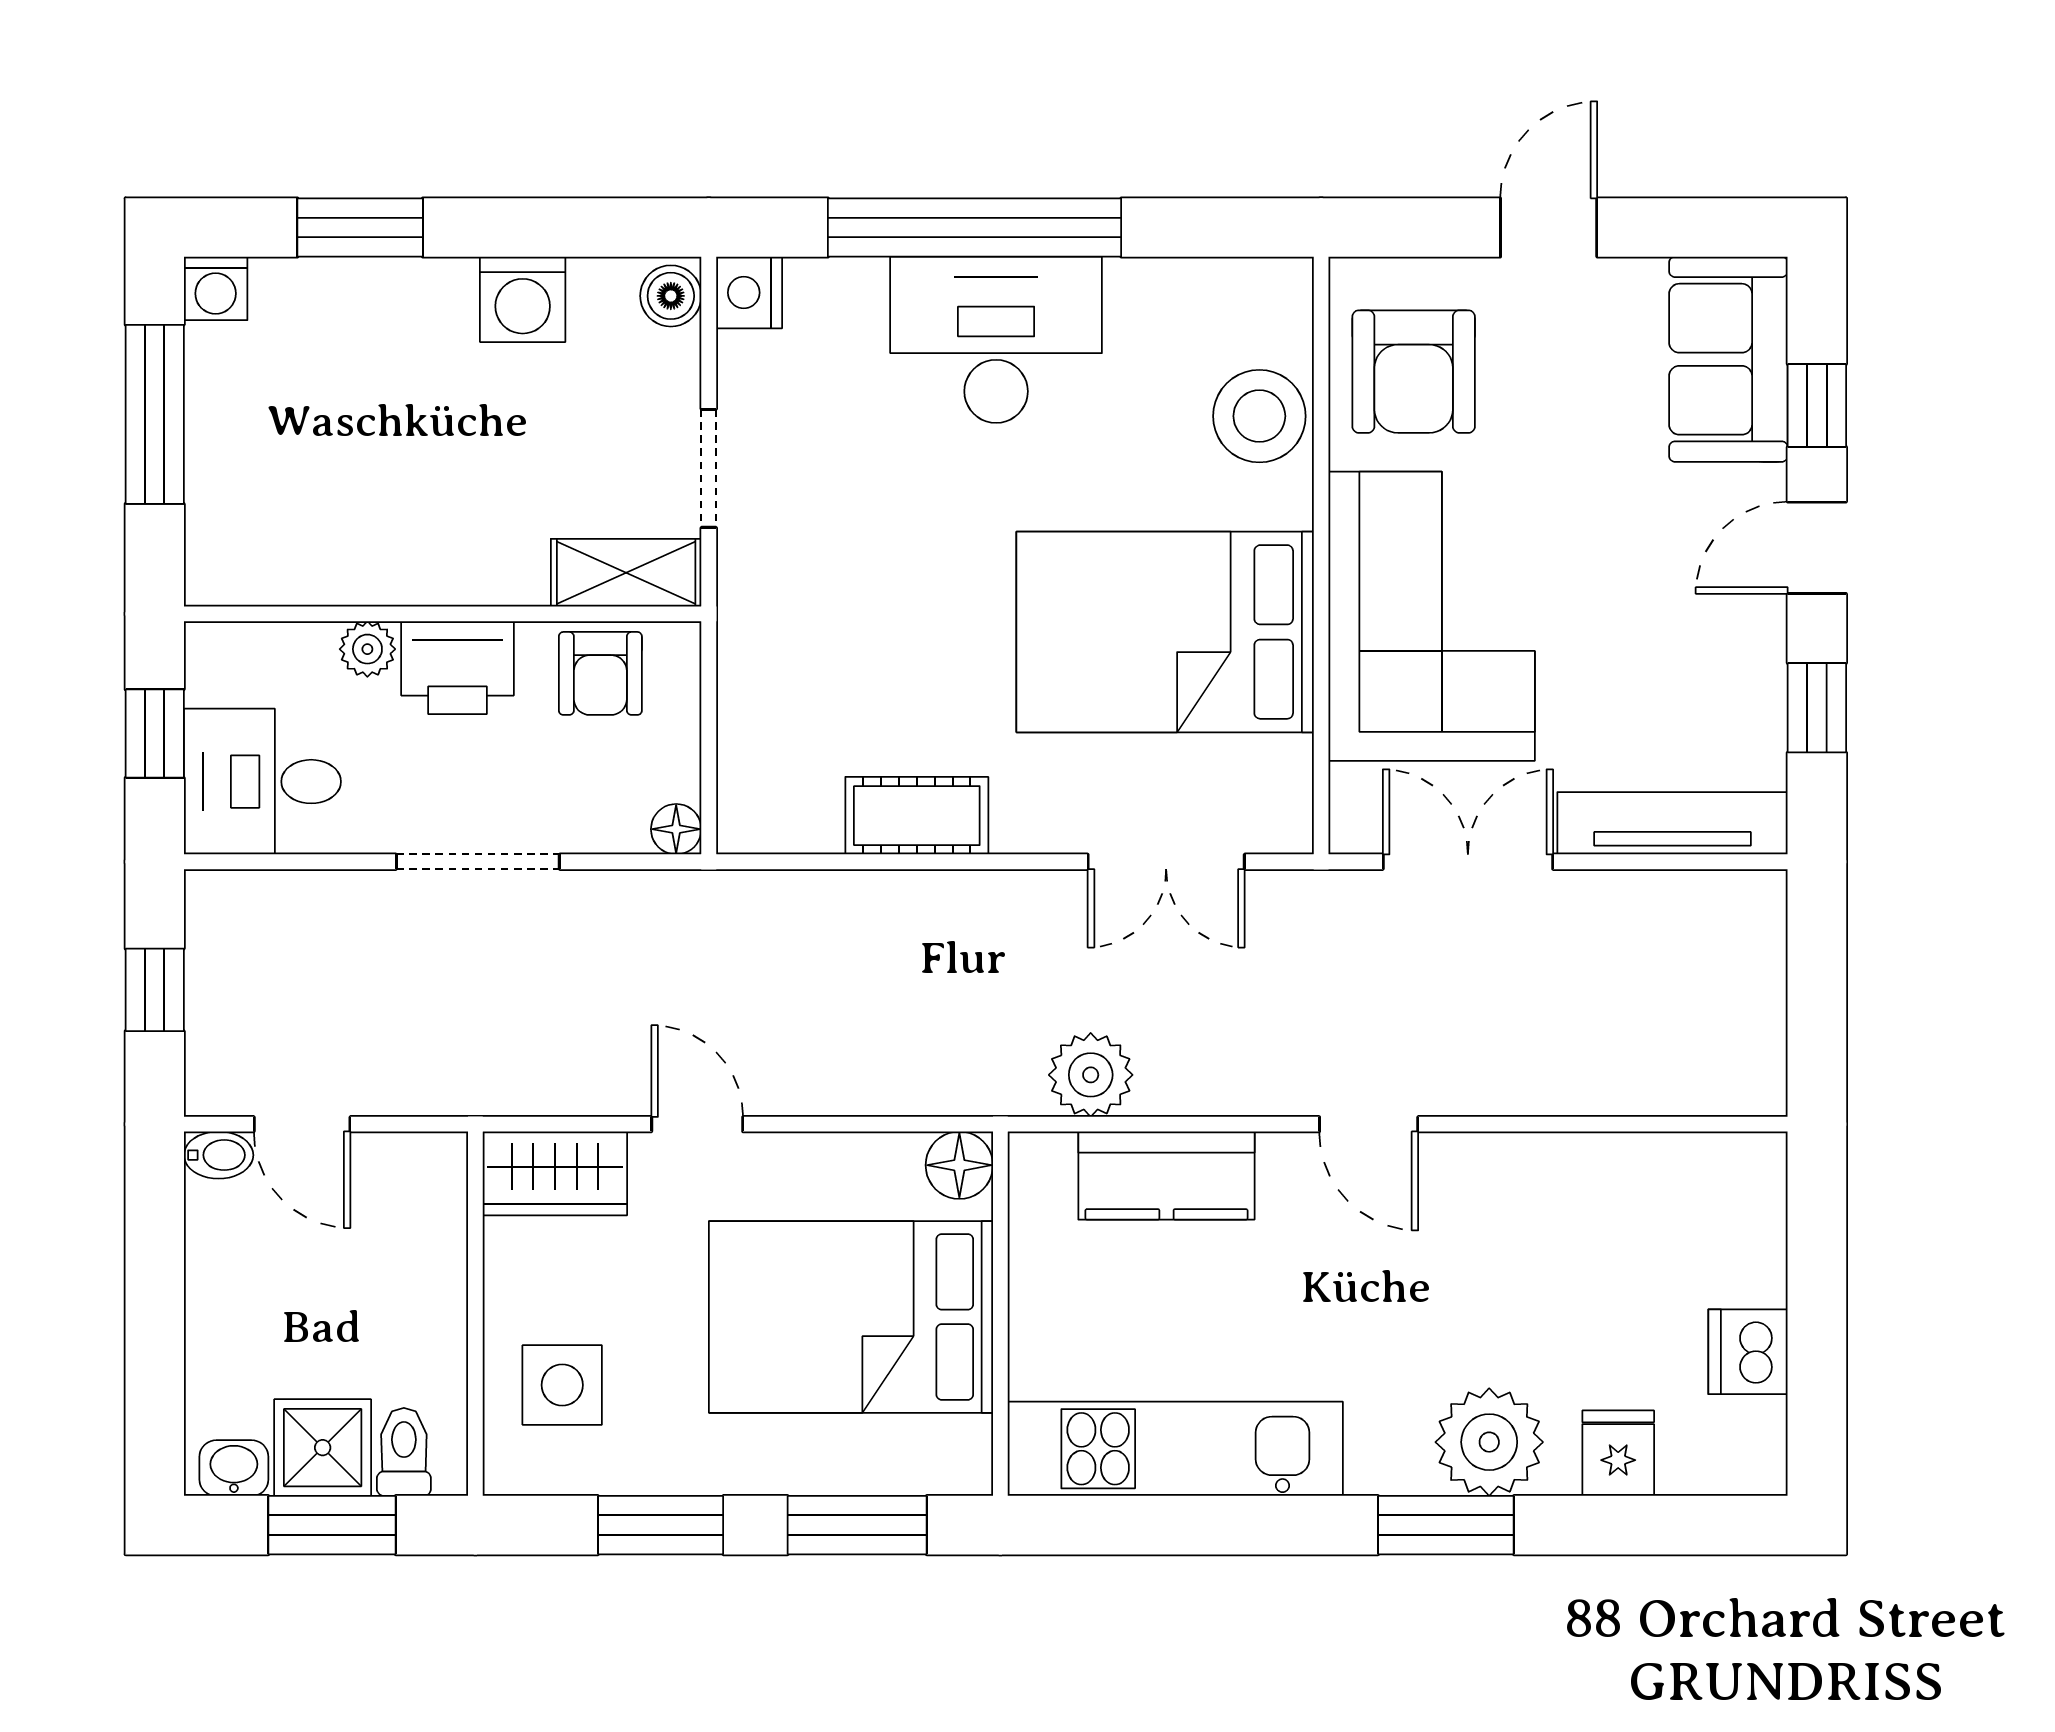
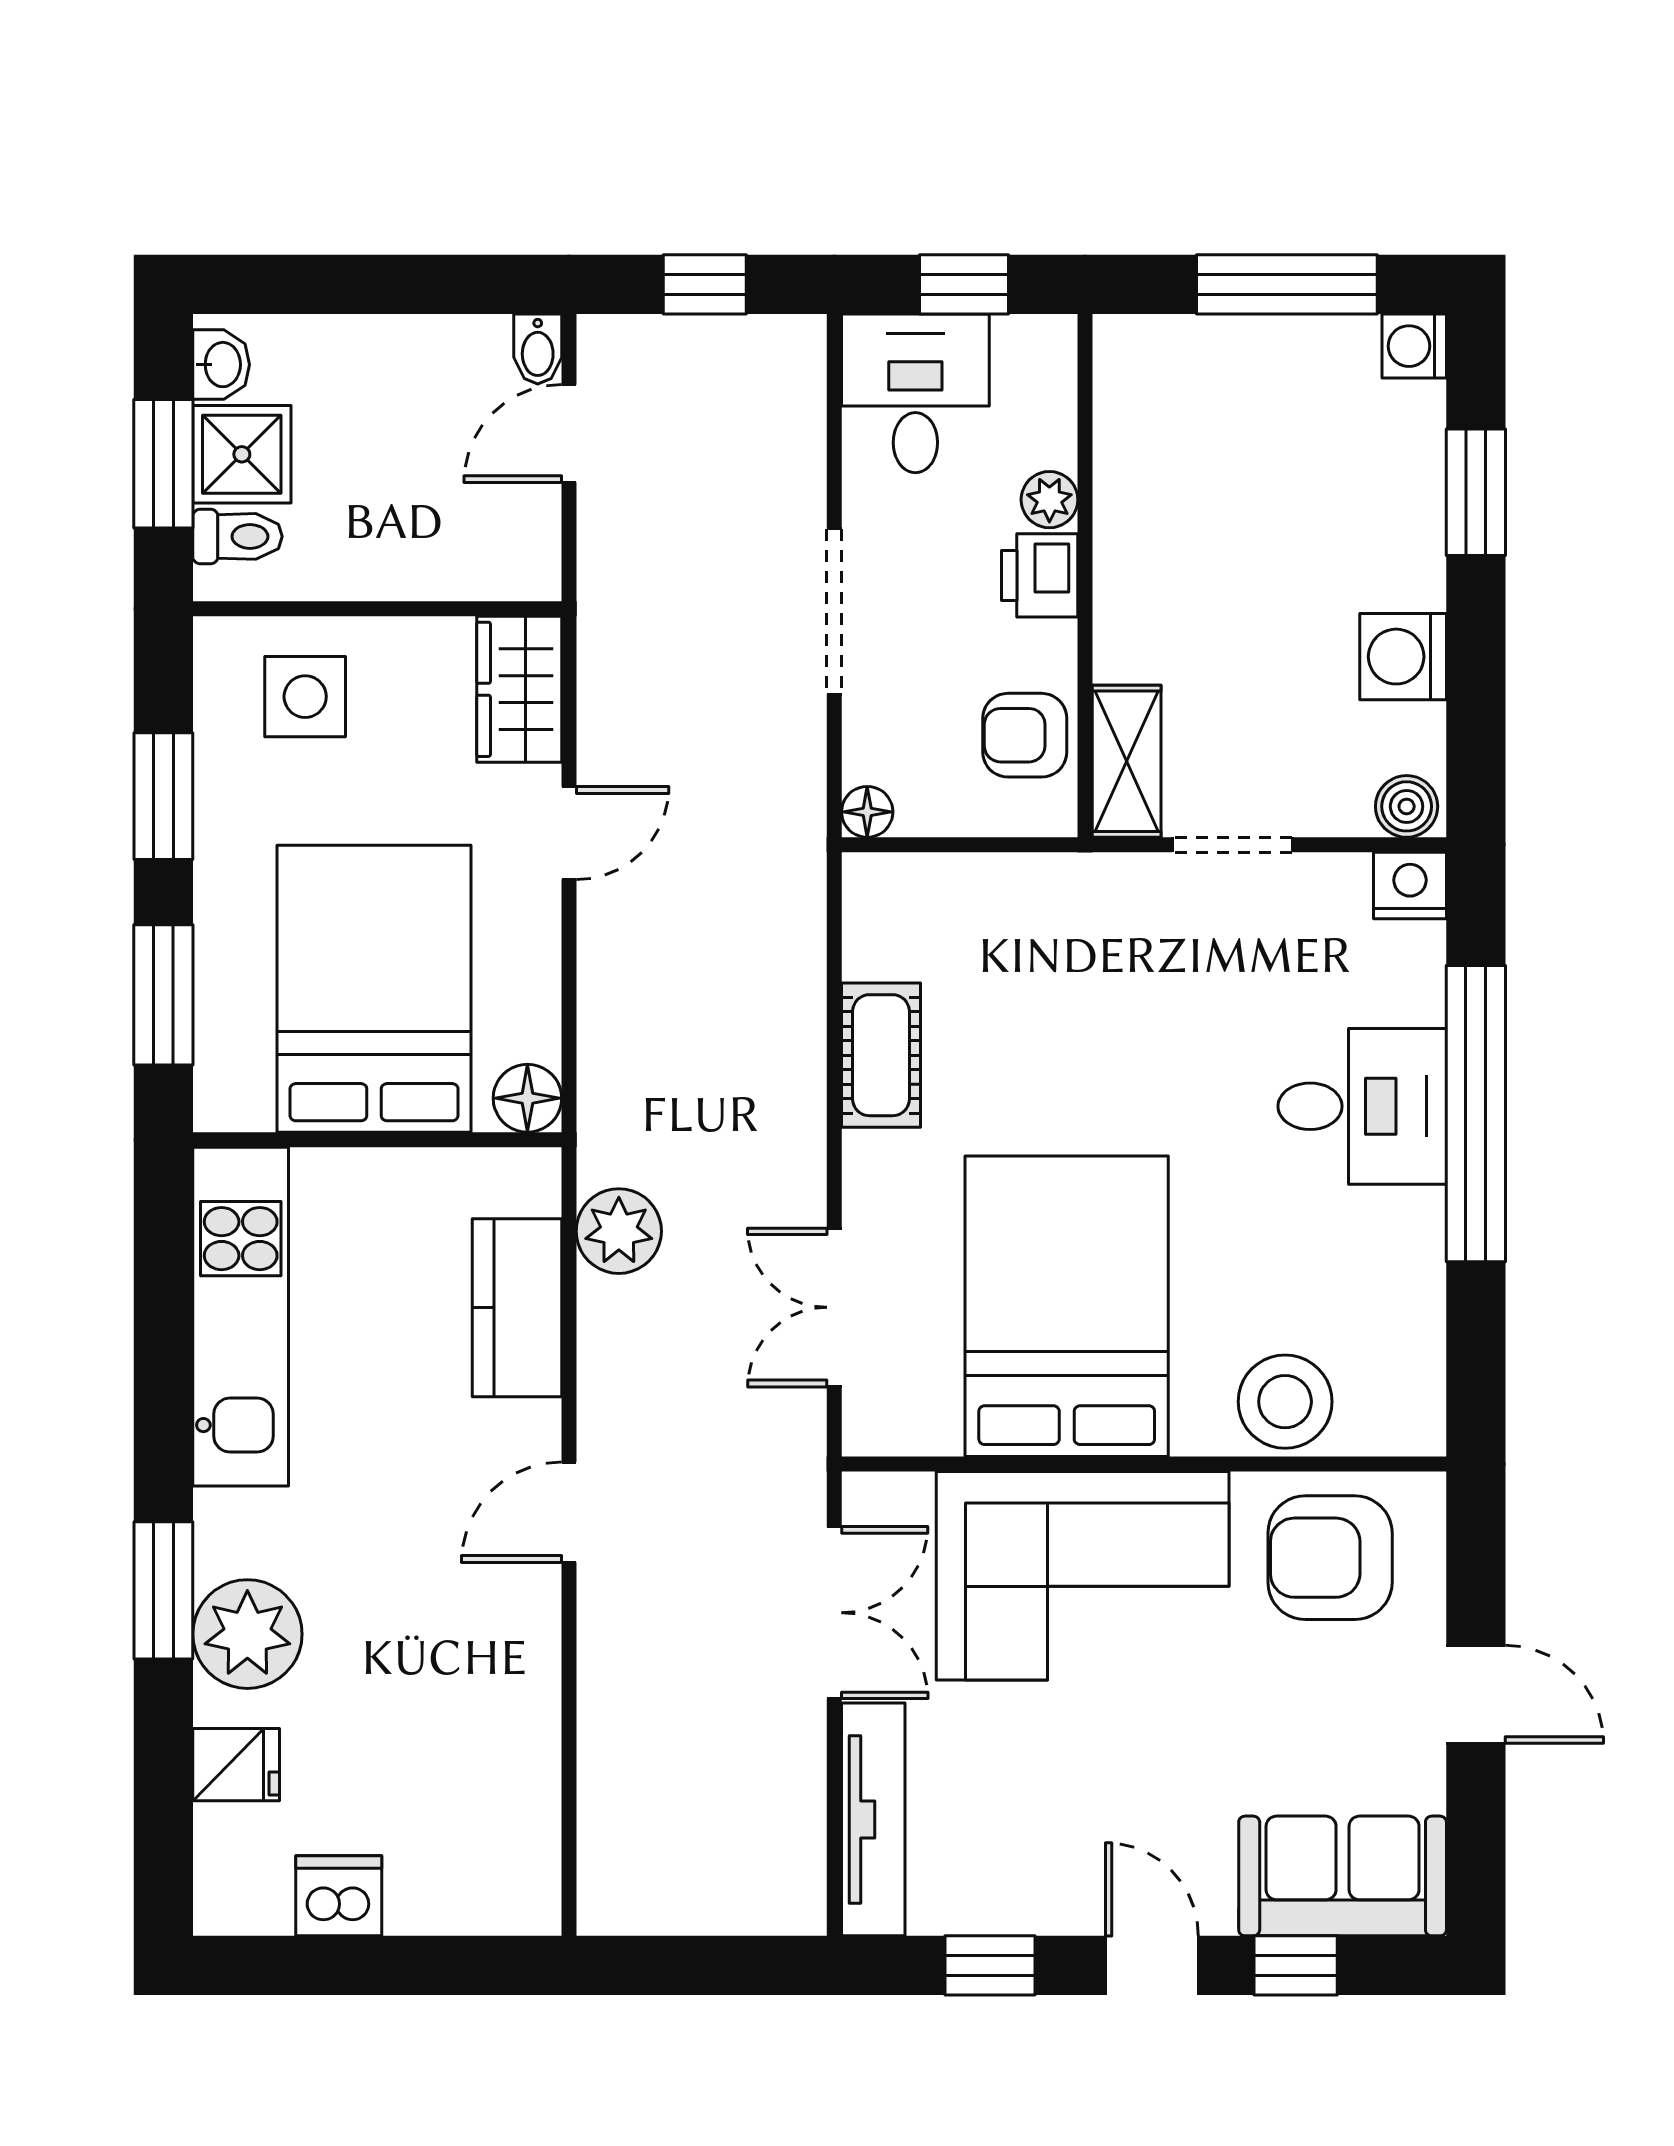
desk: (996, 340) -> (1362, 1106), width x0.73
printer: (457, 668) -> (1040, 575), width x0.73, depth x0.81

